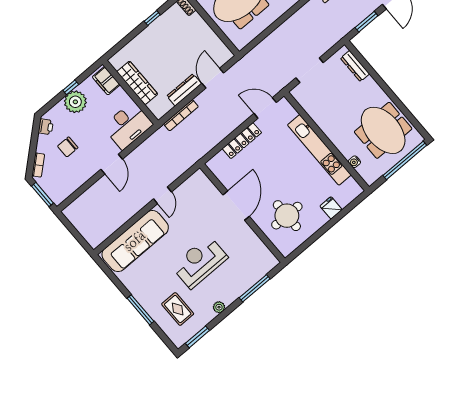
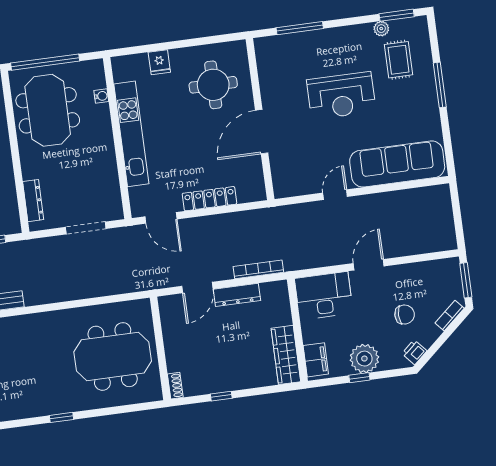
wardrobe: (137, 83) -> (286, 355), moved
plant: (219, 307) -> (381, 29), moved

